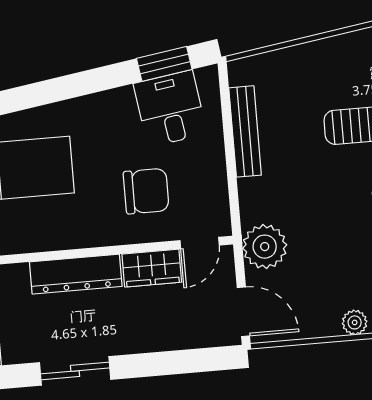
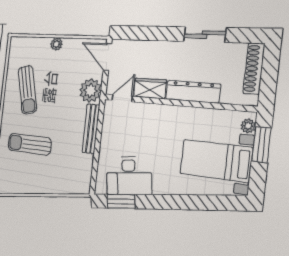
desk: (170, 109) -> (129, 176), width x1.37
bench: (245, 131) -> (91, 129), moved
chair: (146, 191) -> (144, 132), removed

